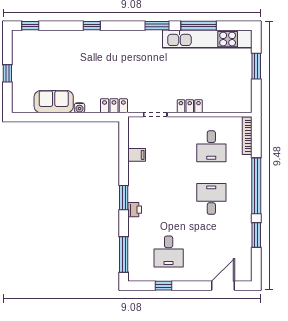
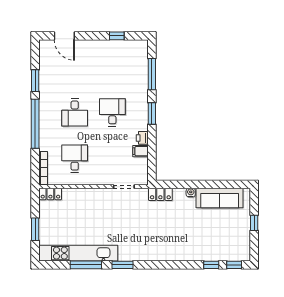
window: (92, 26) -> (211, 265), moved
sofa: (54, 102) -> (220, 198), width x1.36
locker: (190, 106) -> (50, 194), moved
printer: (135, 210) -> (142, 138), moved
desk: (169, 251) -> (112, 112), moved
window: (124, 254) -> (152, 74), moved
door: (223, 286) -> (64, 36), hinge flipped

